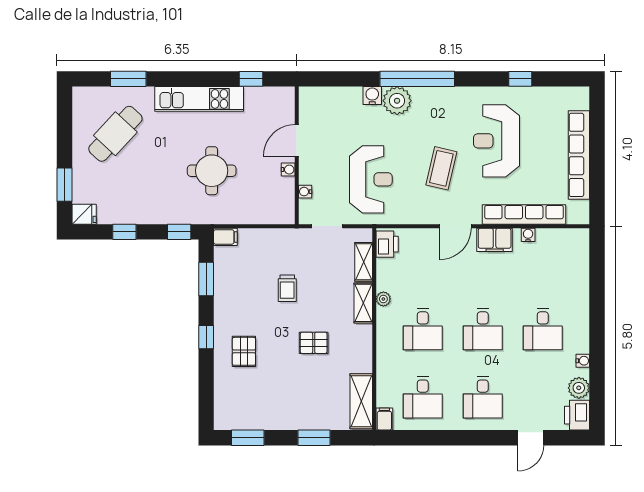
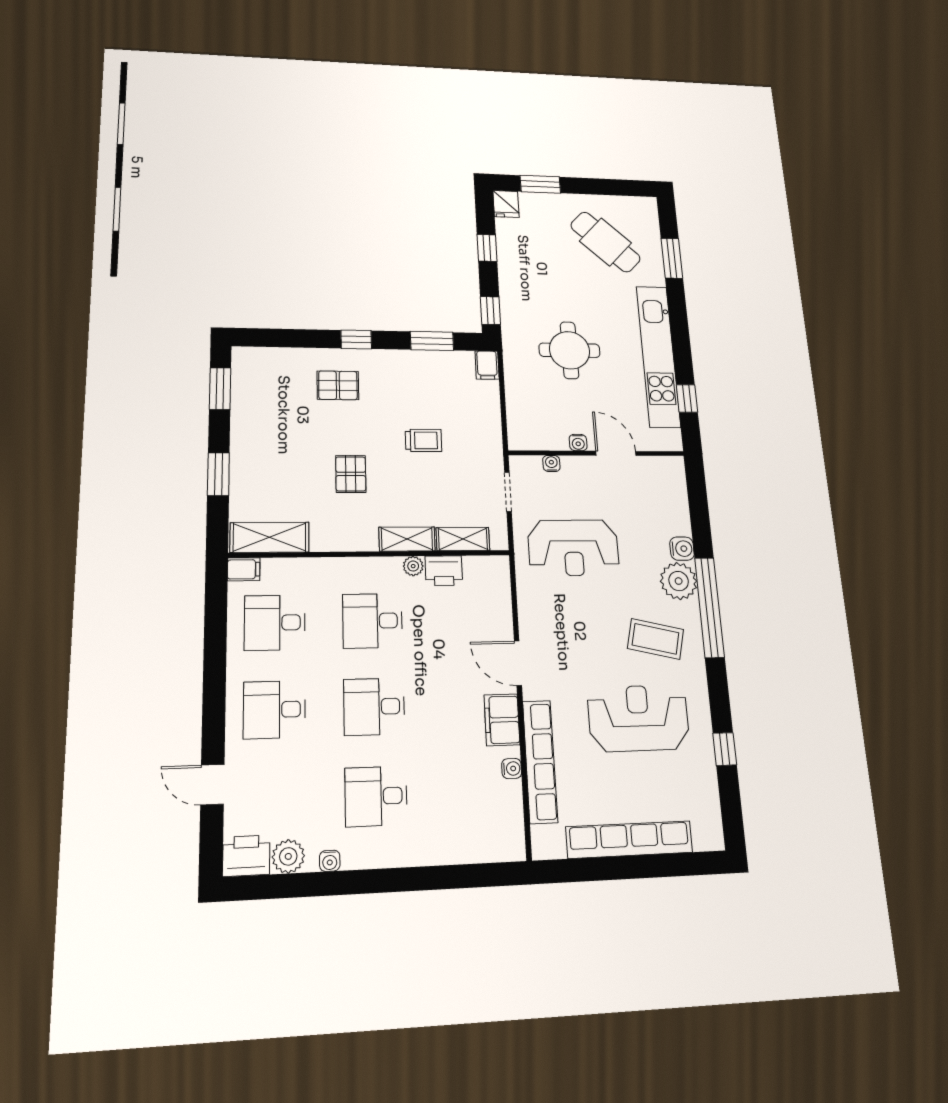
kitchen unit: (199, 99) -> (658, 356), width x1.36
coffee table: (441, 168) -> (656, 639), moved
printer: (387, 244) -> (444, 571), moved
trolley: (287, 288) -> (423, 440), turned 180

